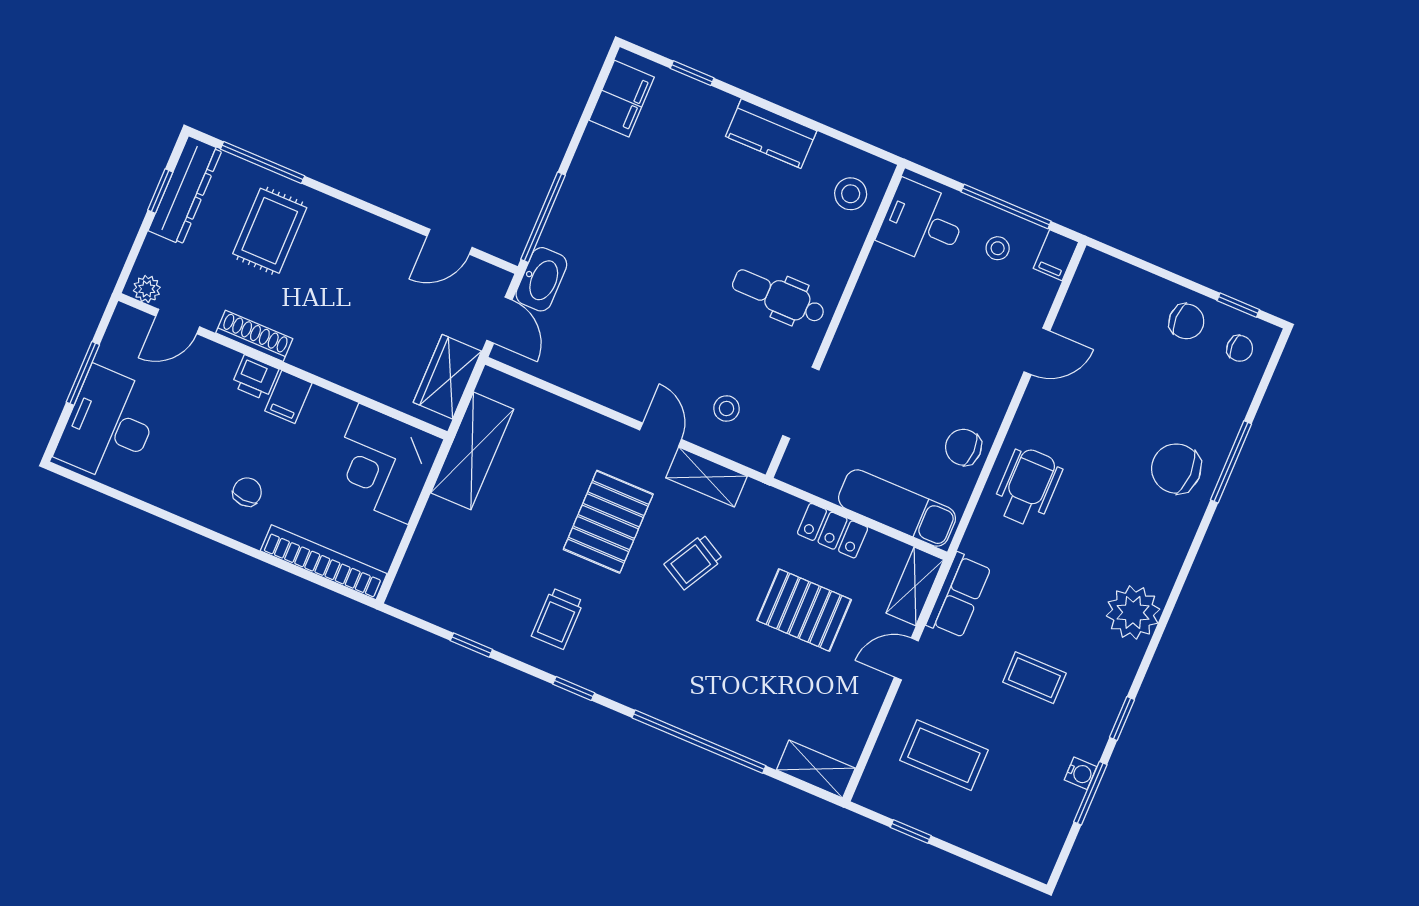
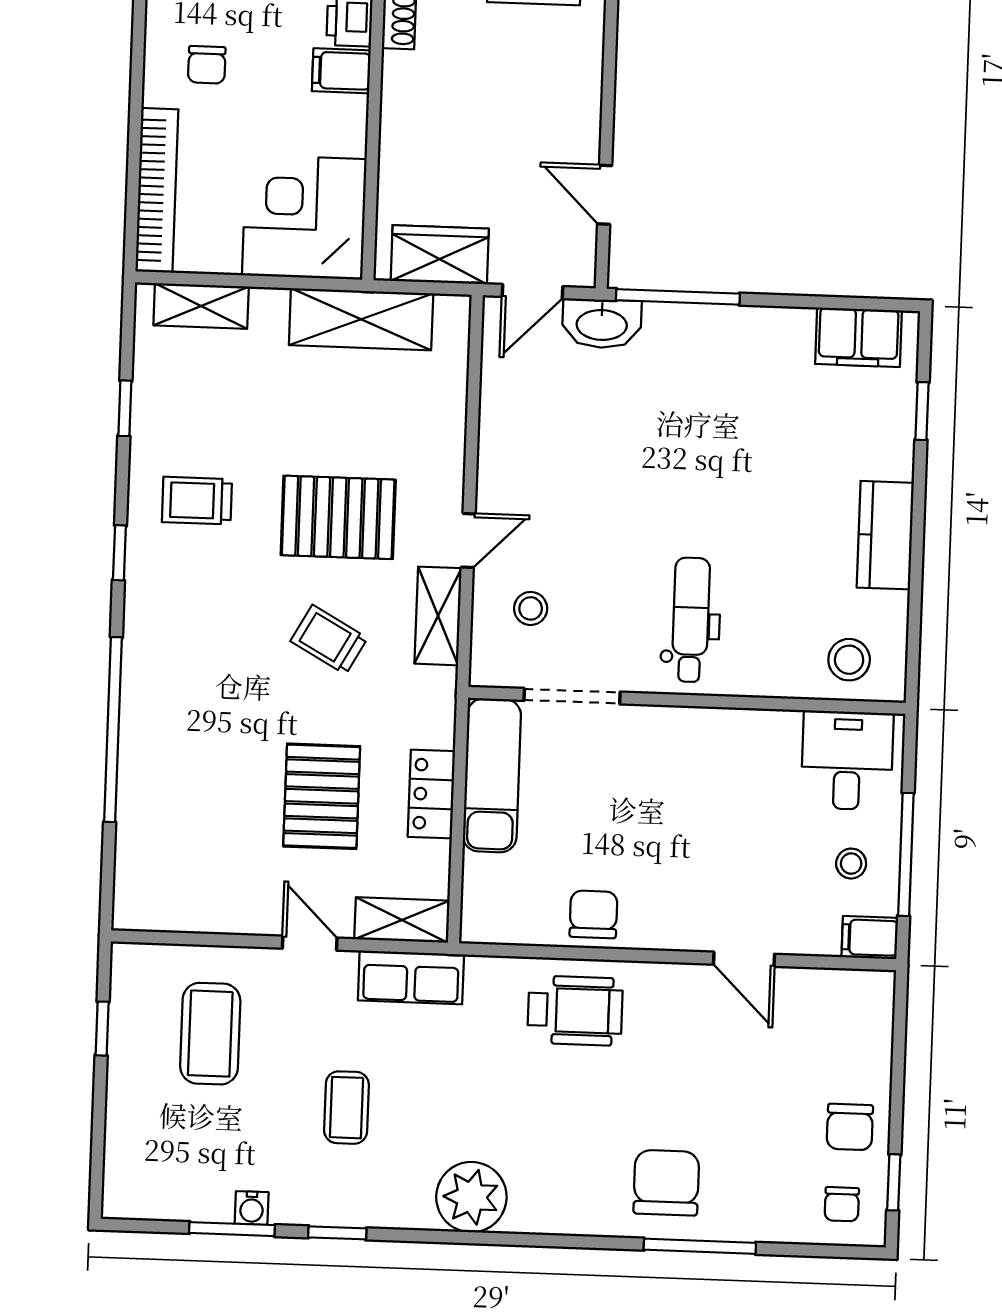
chair: (247, 492) -> (207, 65), turned 87
exam couch: (897, 508) -> (492, 775), moved
shelving: (816, 769) -> (201, 306), moved, turned 90

